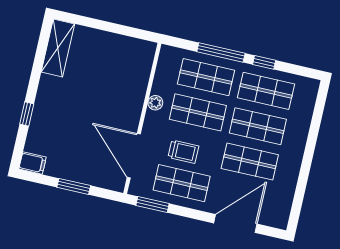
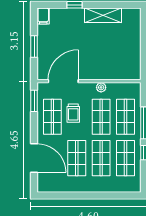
shelving: (58, 48) -> (103, 15), moved

